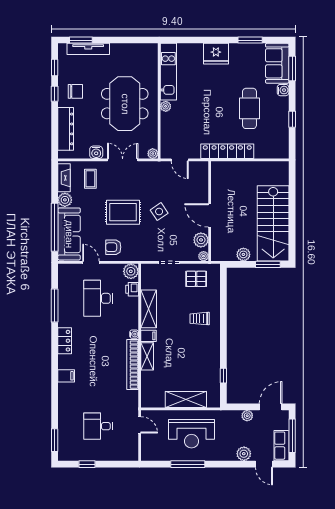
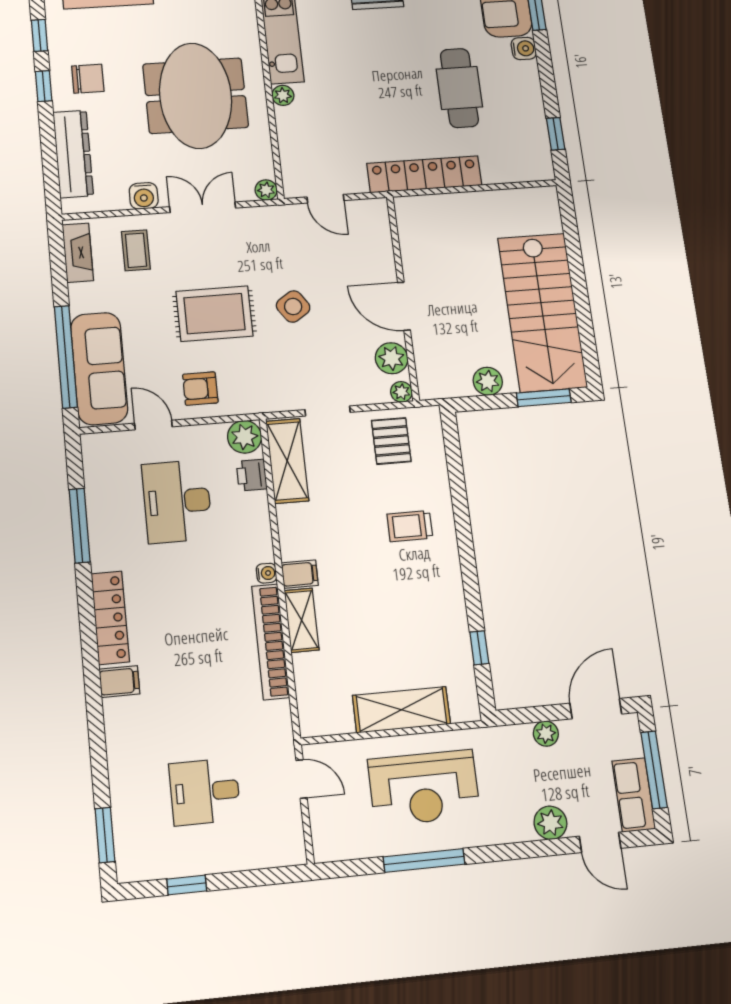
window: (292, 119) -> (556, 134), moved
plant: (65, 200) -> (84, 298), removed
pallet: (196, 279) -> (391, 441), turned 90
shelving: (149, 309) -> (287, 461), moved
locker: (65, 341) -> (110, 618), width x1.53

